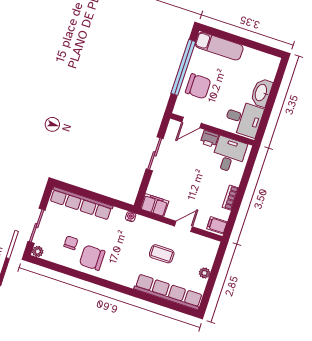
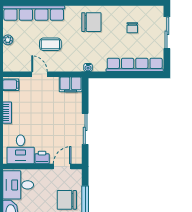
door: (183, 226) -> (39, 74), swing flipped
plant: (38, 251) -> (159, 11), removed
chair: (92, 258) -> (91, 22), moved

